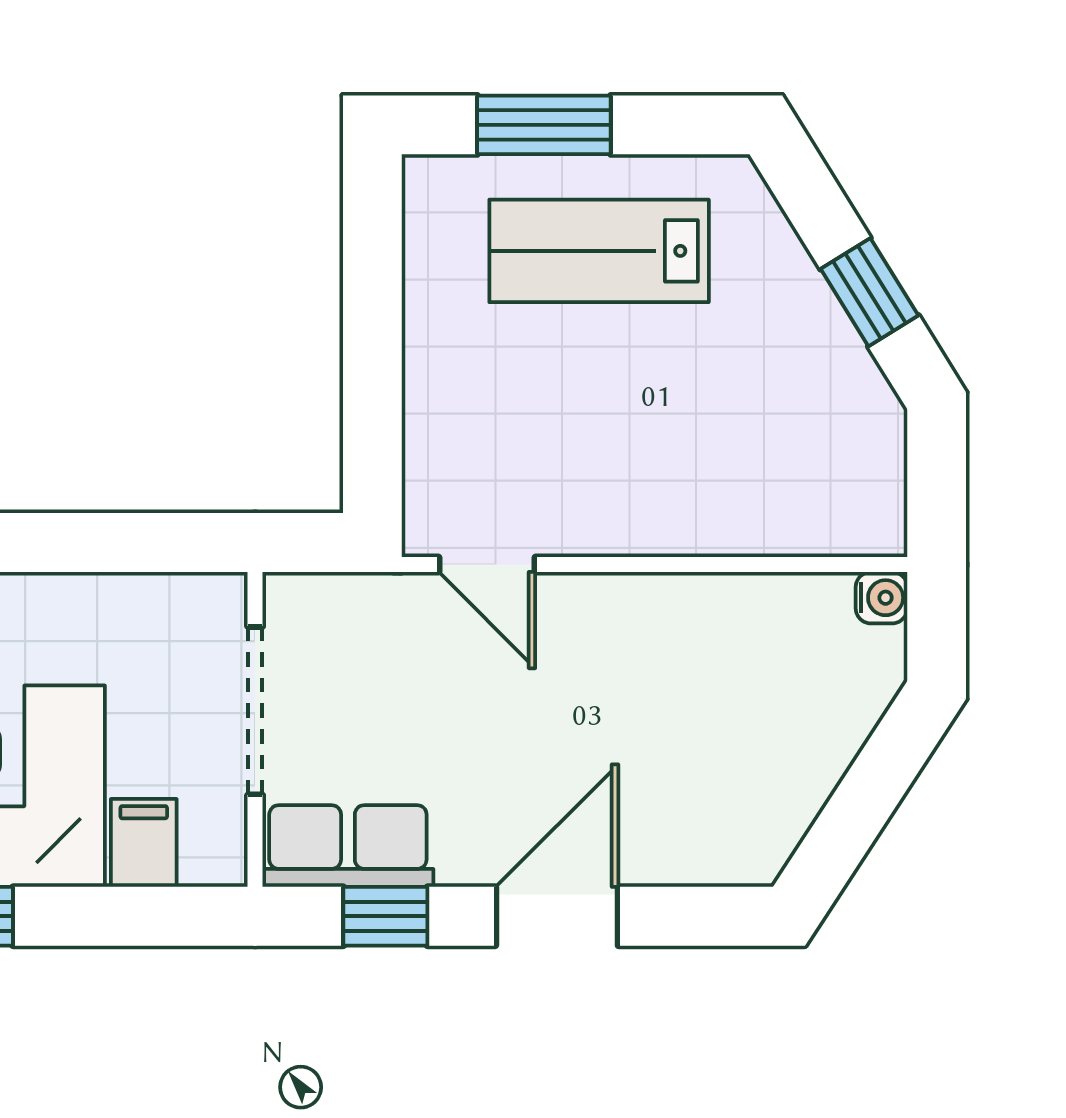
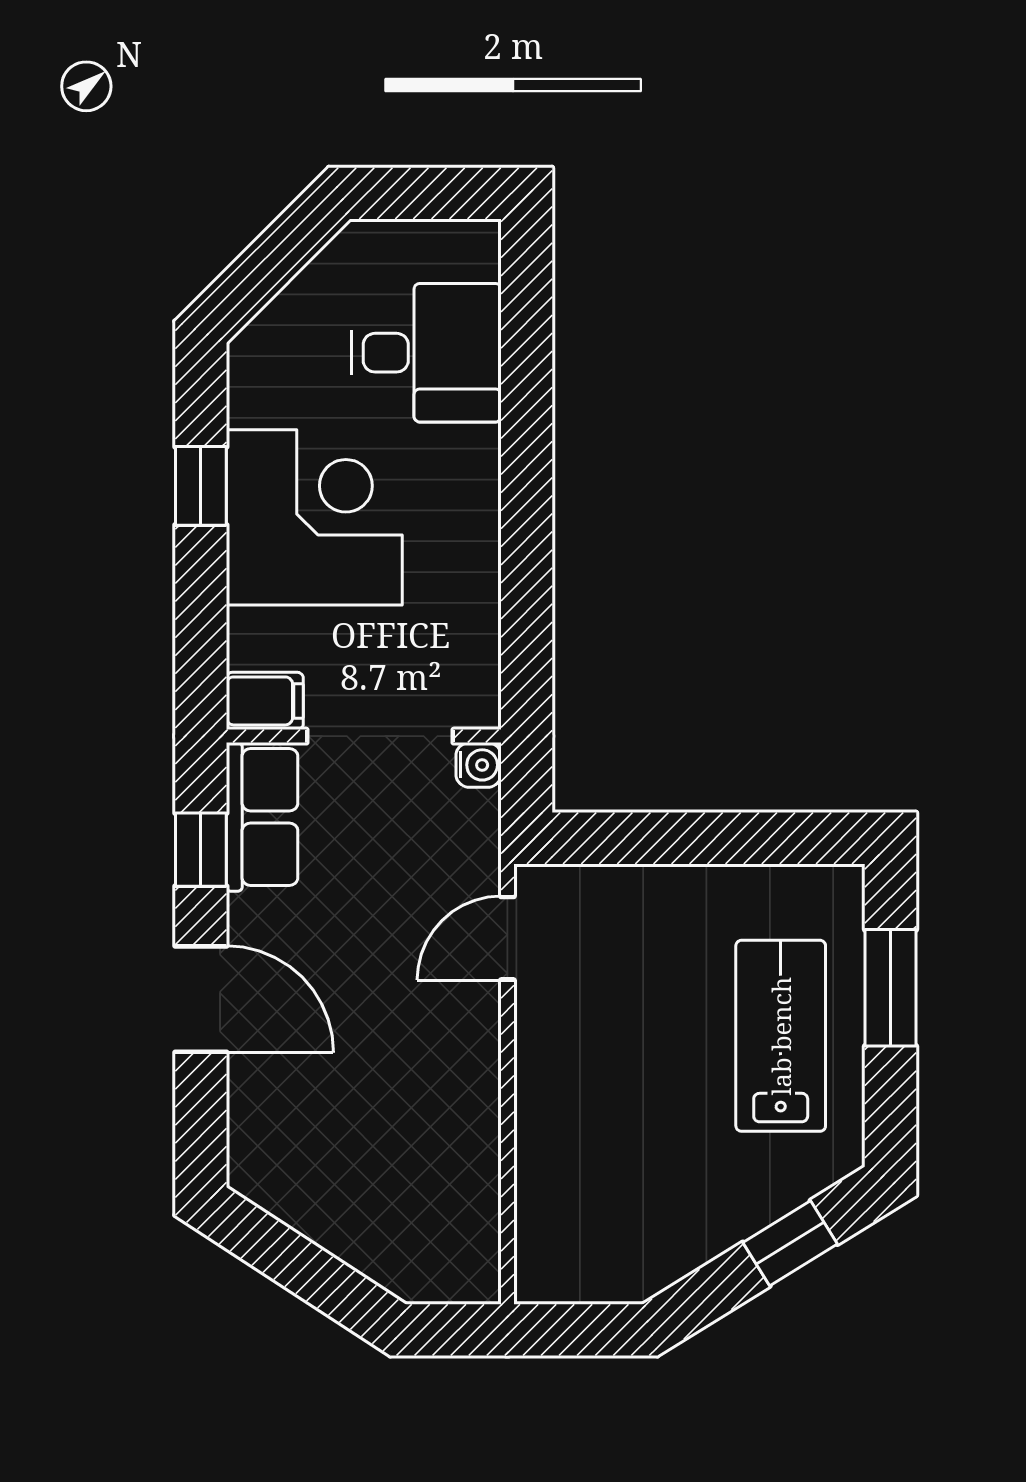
window: (869, 292) -> (790, 1243), moved
water cooler: (881, 598) -> (479, 765), moved, turned -90
filing cabinet: (144, 843) -> (265, 701), moved

